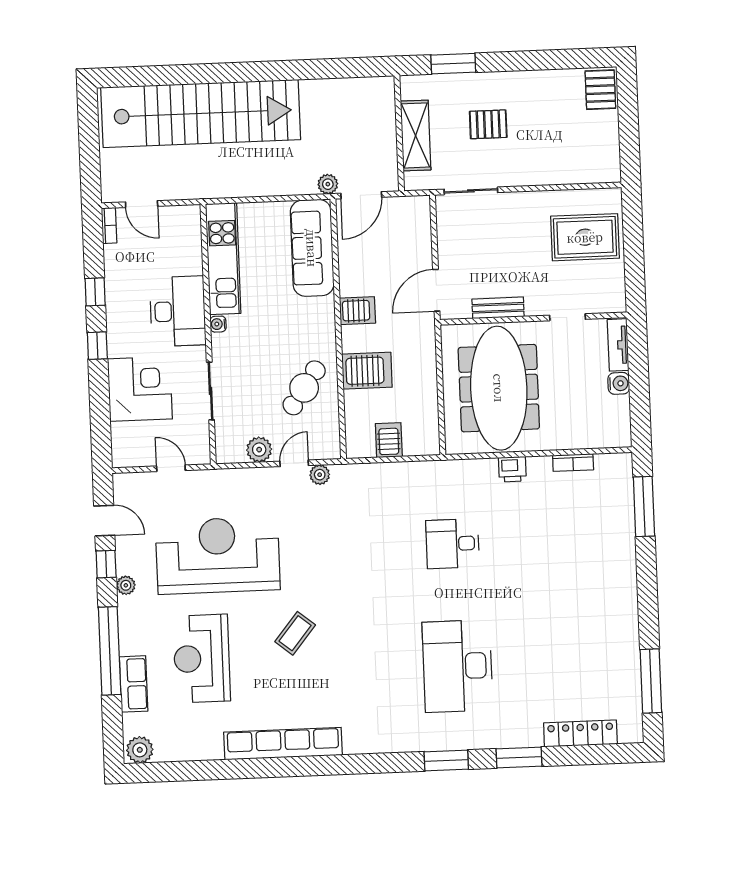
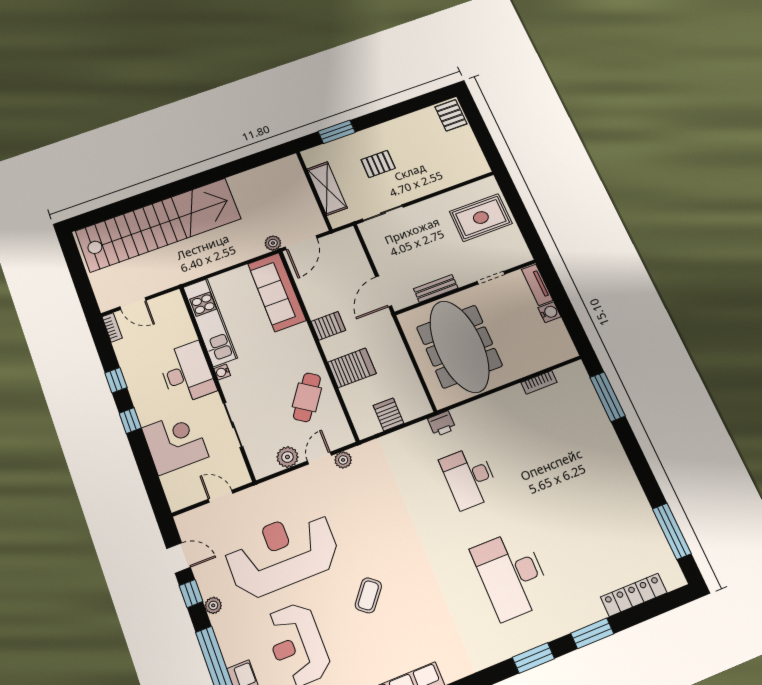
printer: (512, 469) -> (442, 424), moved
desk: (453, 544) -> (470, 477), width x1.37

